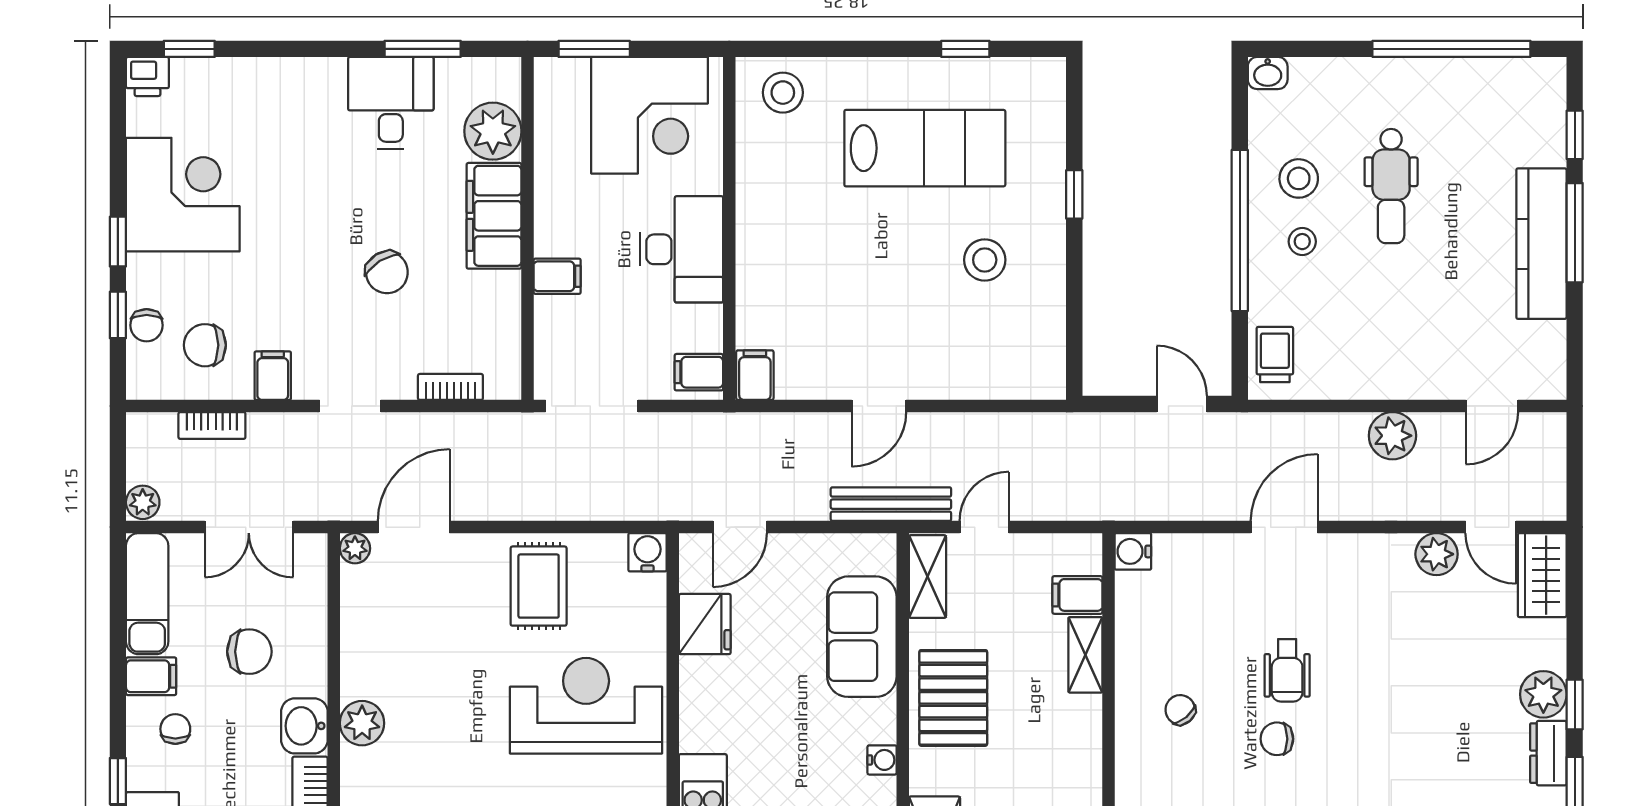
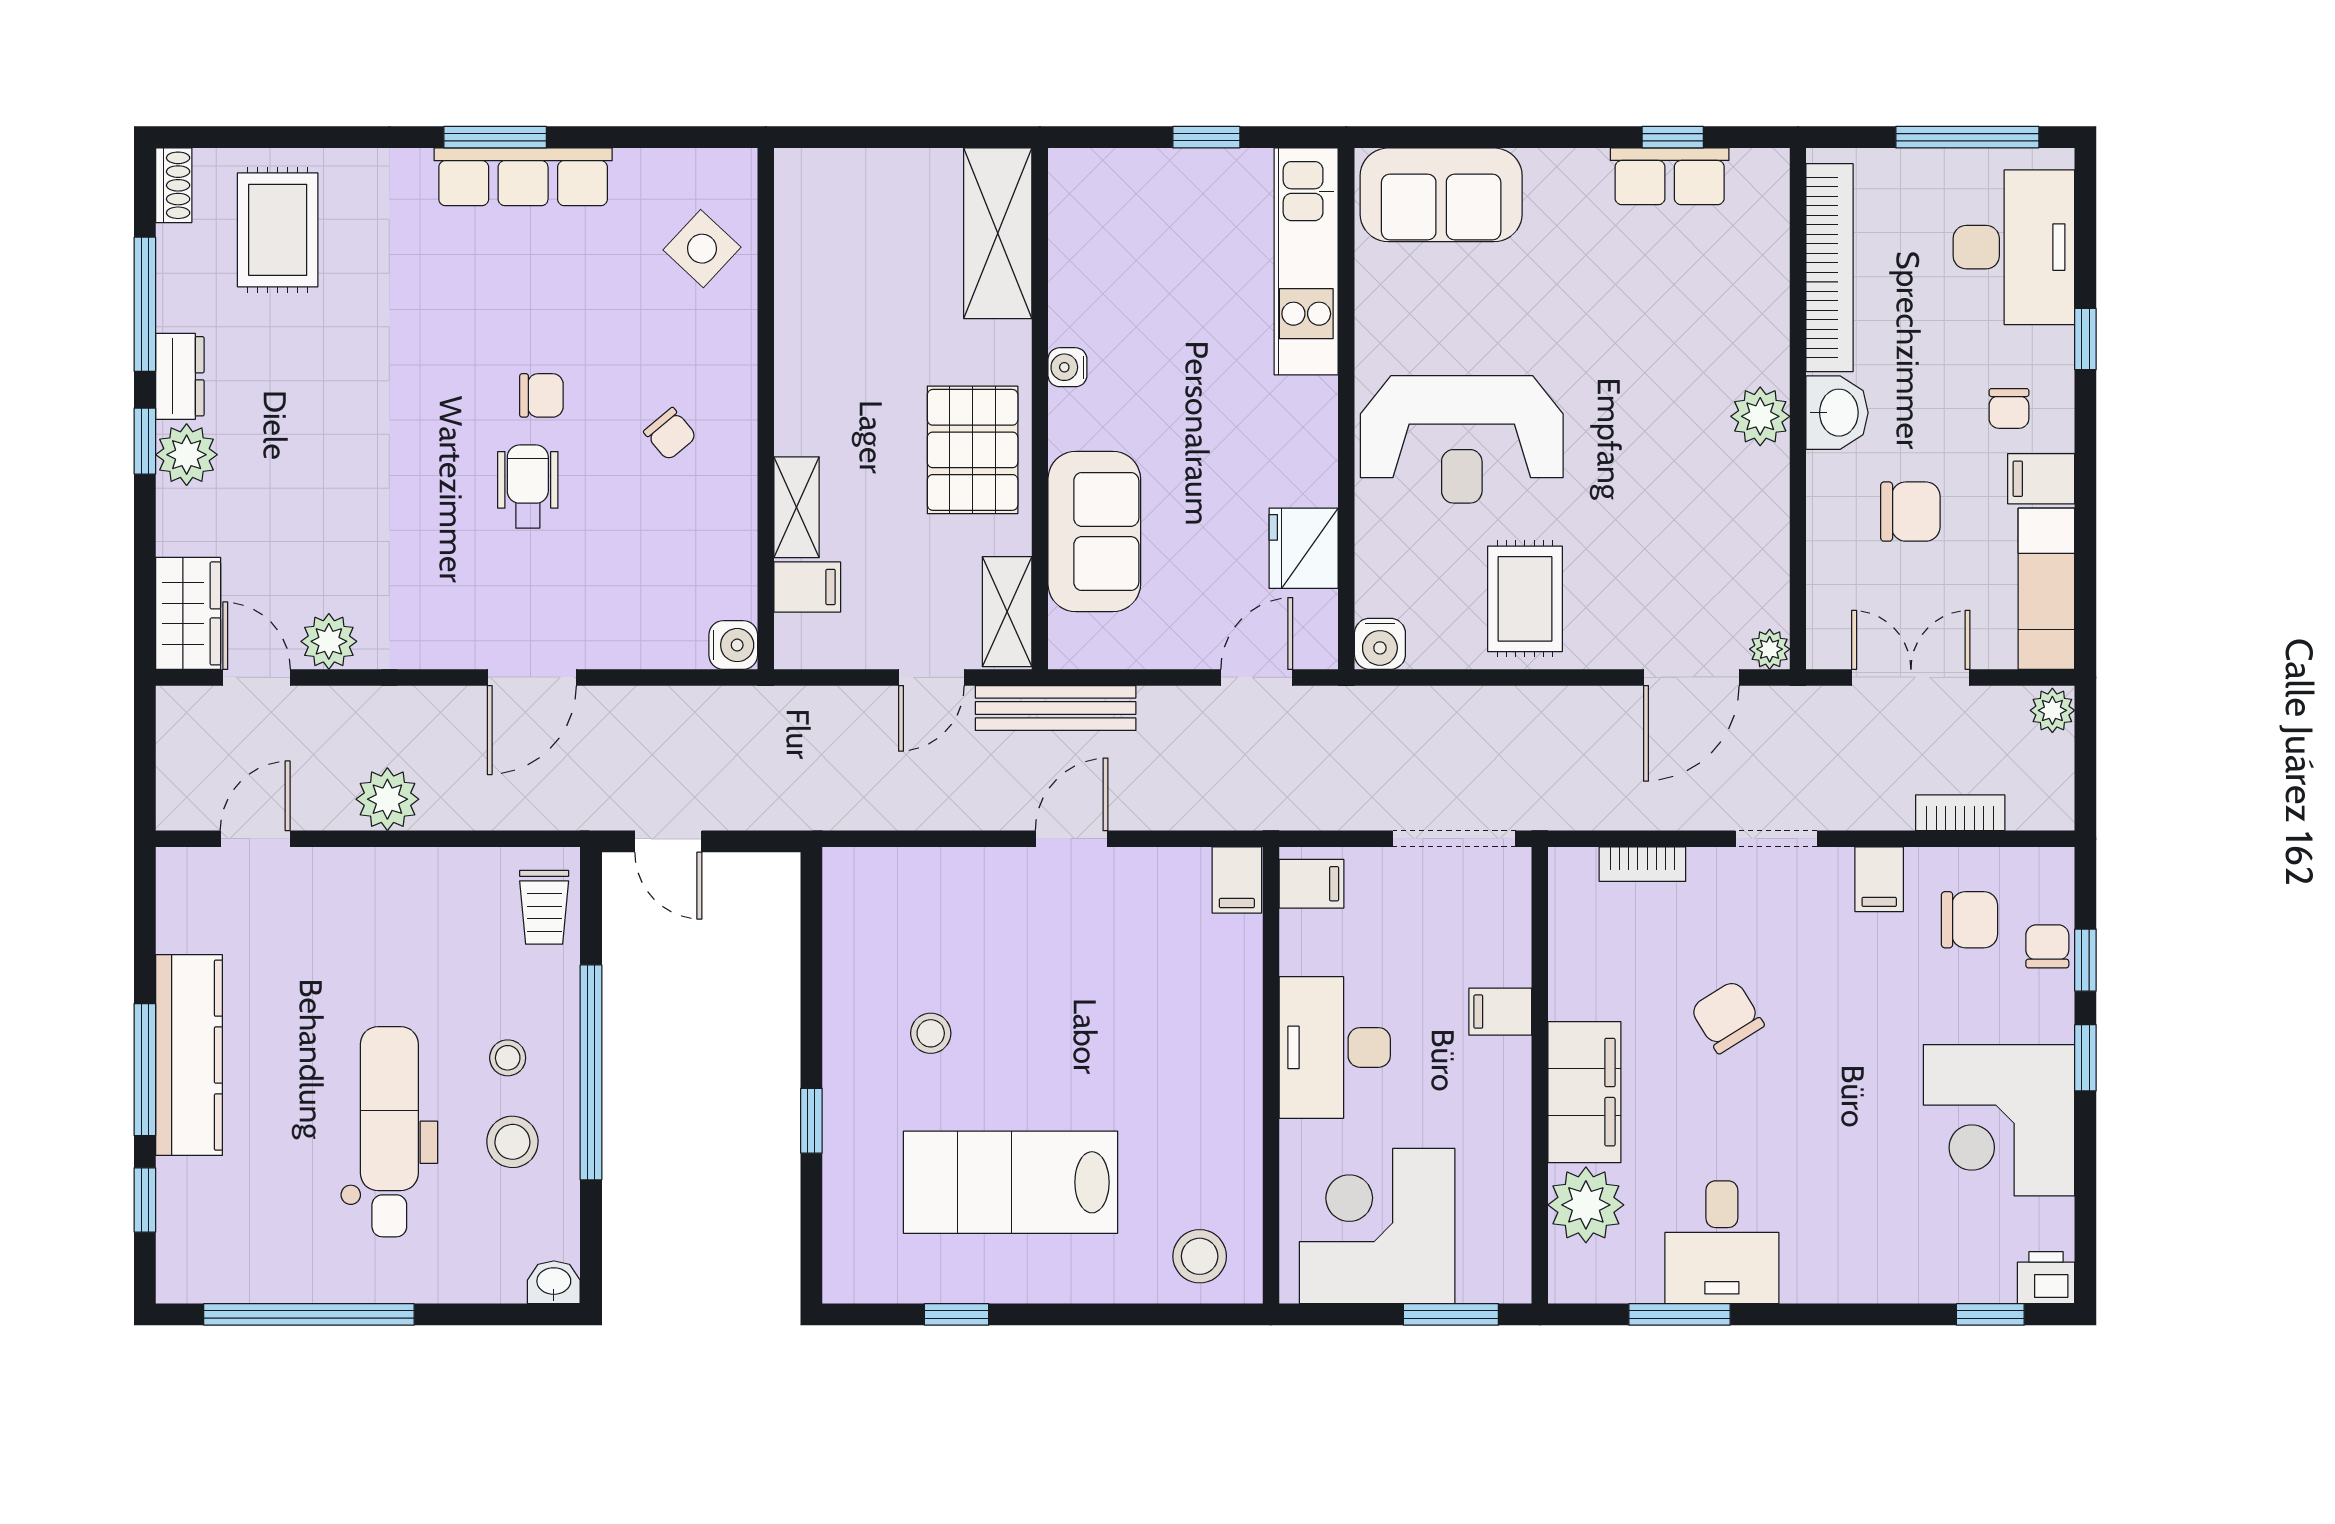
dental chair: (1391, 186) -> (389, 1132), width x1.36, depth x1.38
stool: (985, 260) -> (931, 1033), width x0.73, depth x0.73
chair: (249, 652) -> (1910, 512), turned 180

